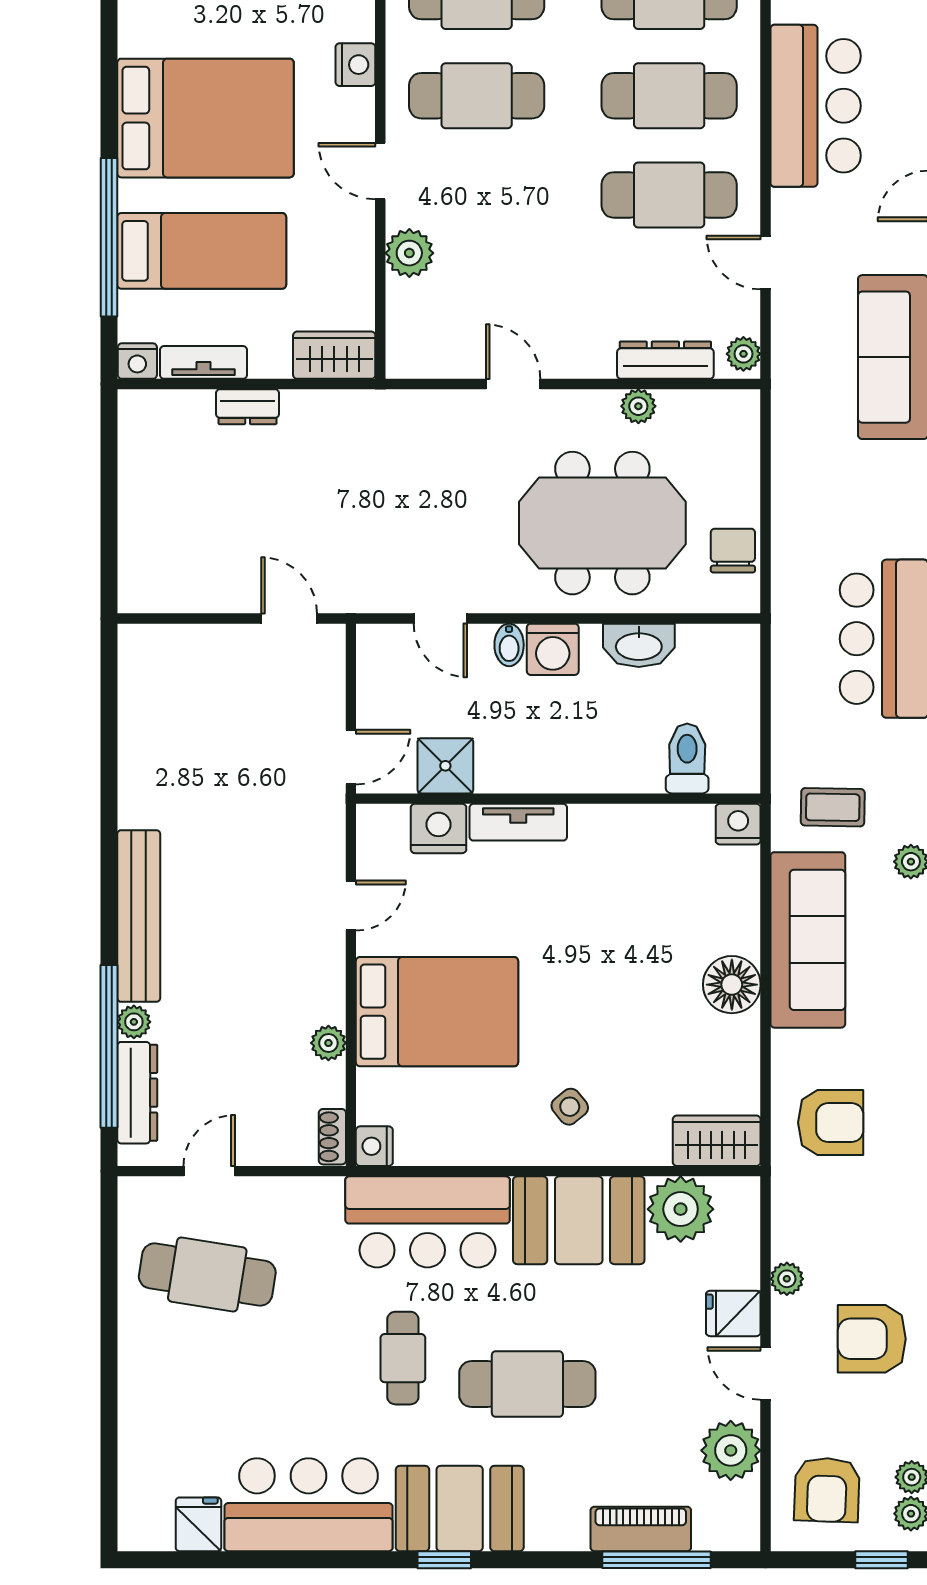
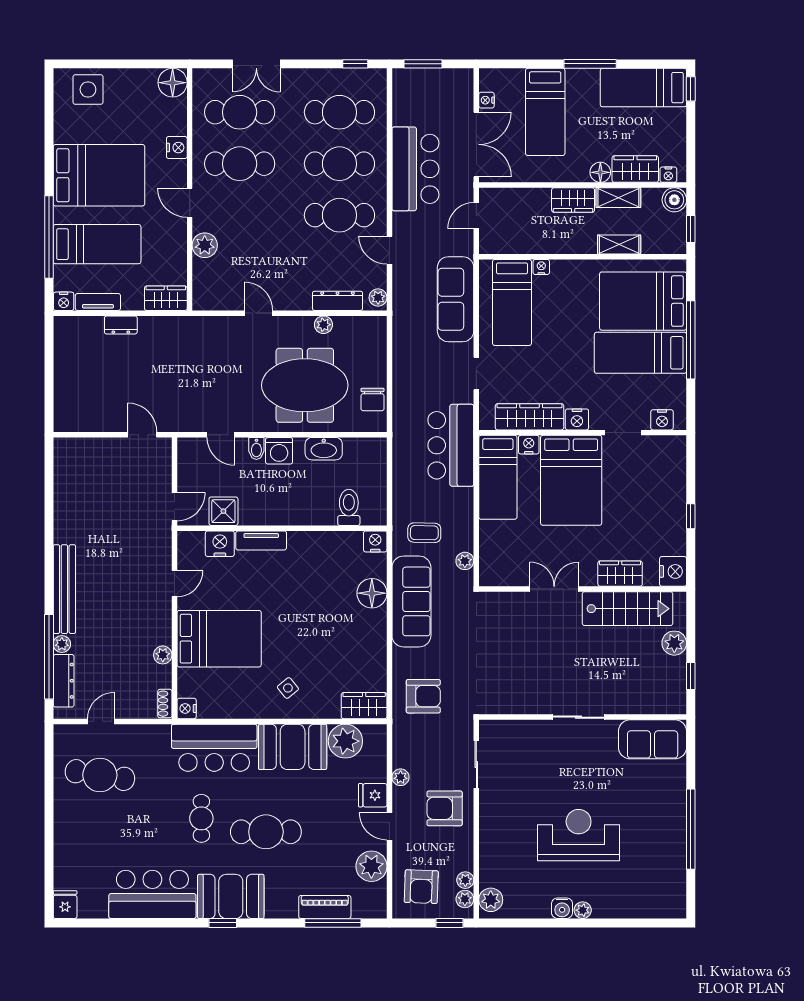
chair: (733, 551) -> (373, 400), turned 180
floor lamp: (732, 985) -> (372, 593), moved
fridge: (198, 1524) -> (65, 905), moved

